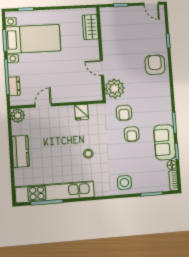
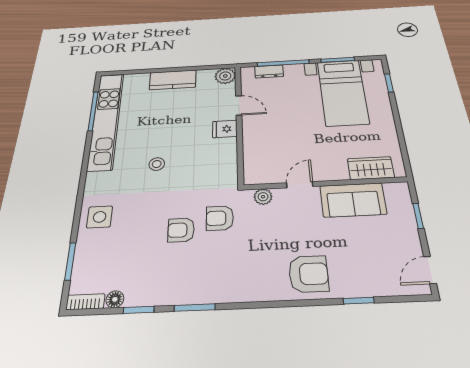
plant: (115, 89) -> (263, 197), width x0.53, depth x0.53
fridge: (82, 112) -> (225, 129), moved
sofa: (165, 142) -> (353, 200), moved, turned 180

